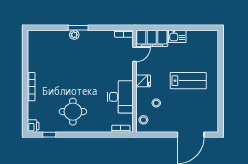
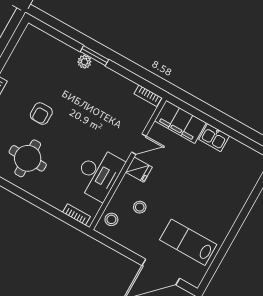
door: (135, 54) -> (139, 144), moved
armchair: (66, 80) -> (41, 114), added
lab bench: (188, 81) -> (188, 242), moved, turned 180

